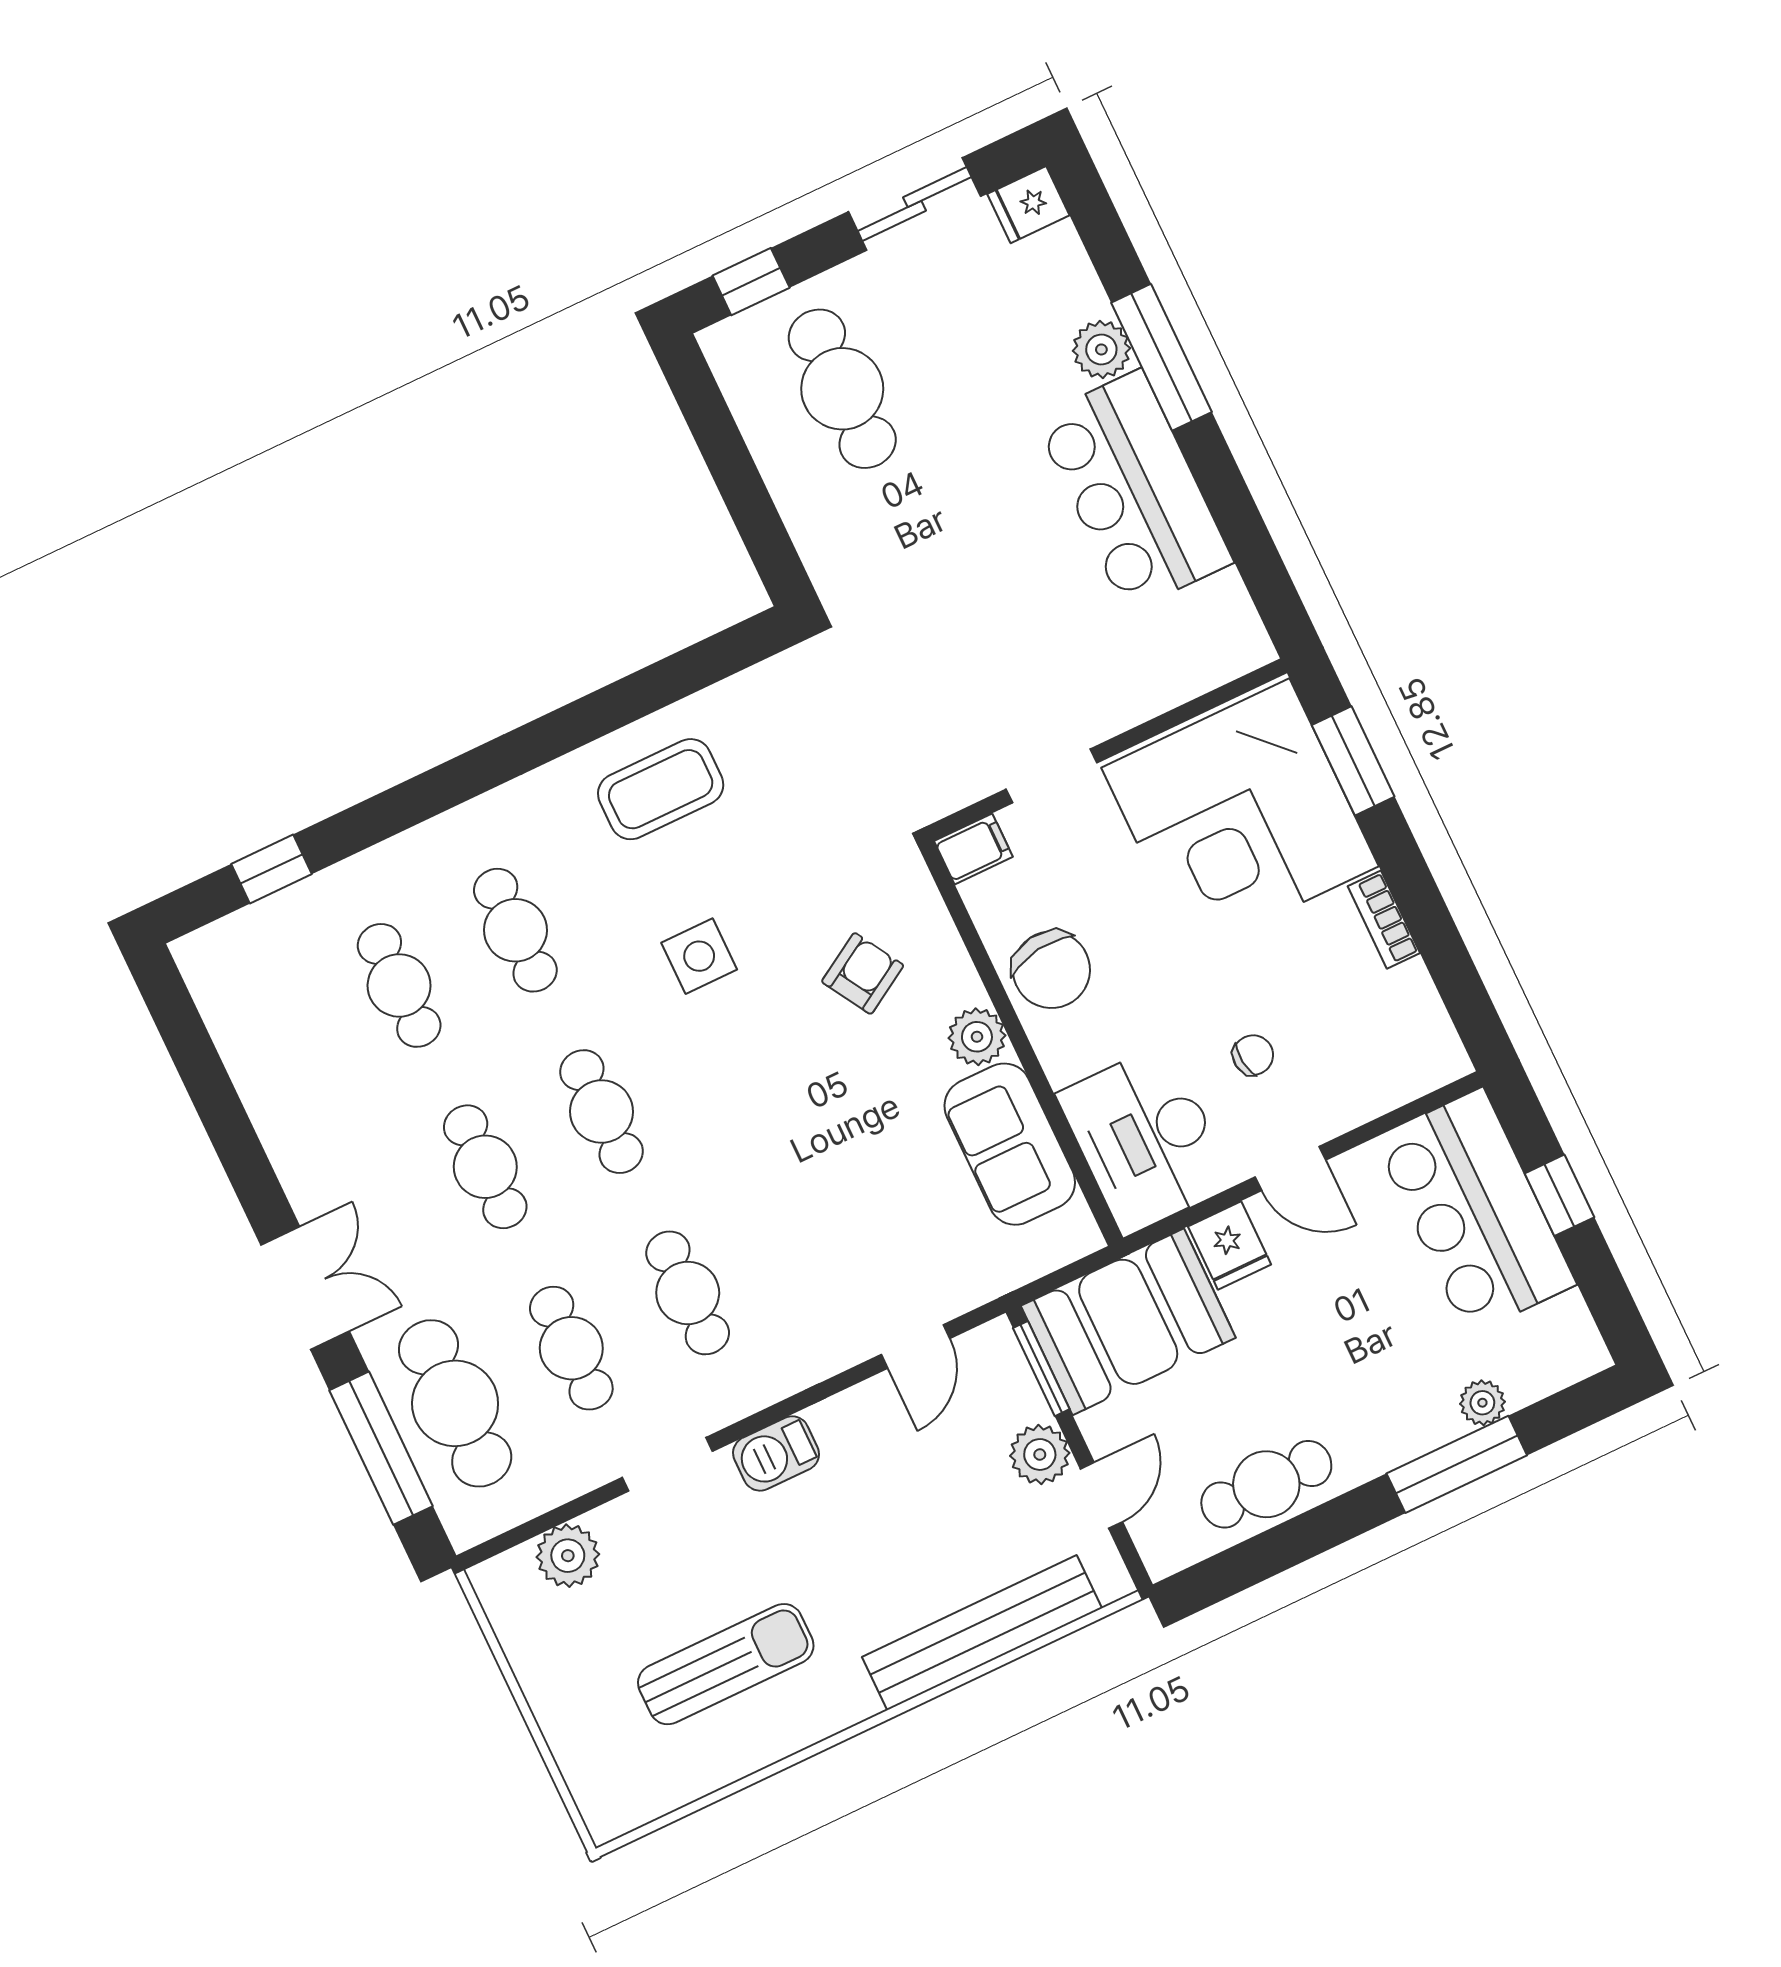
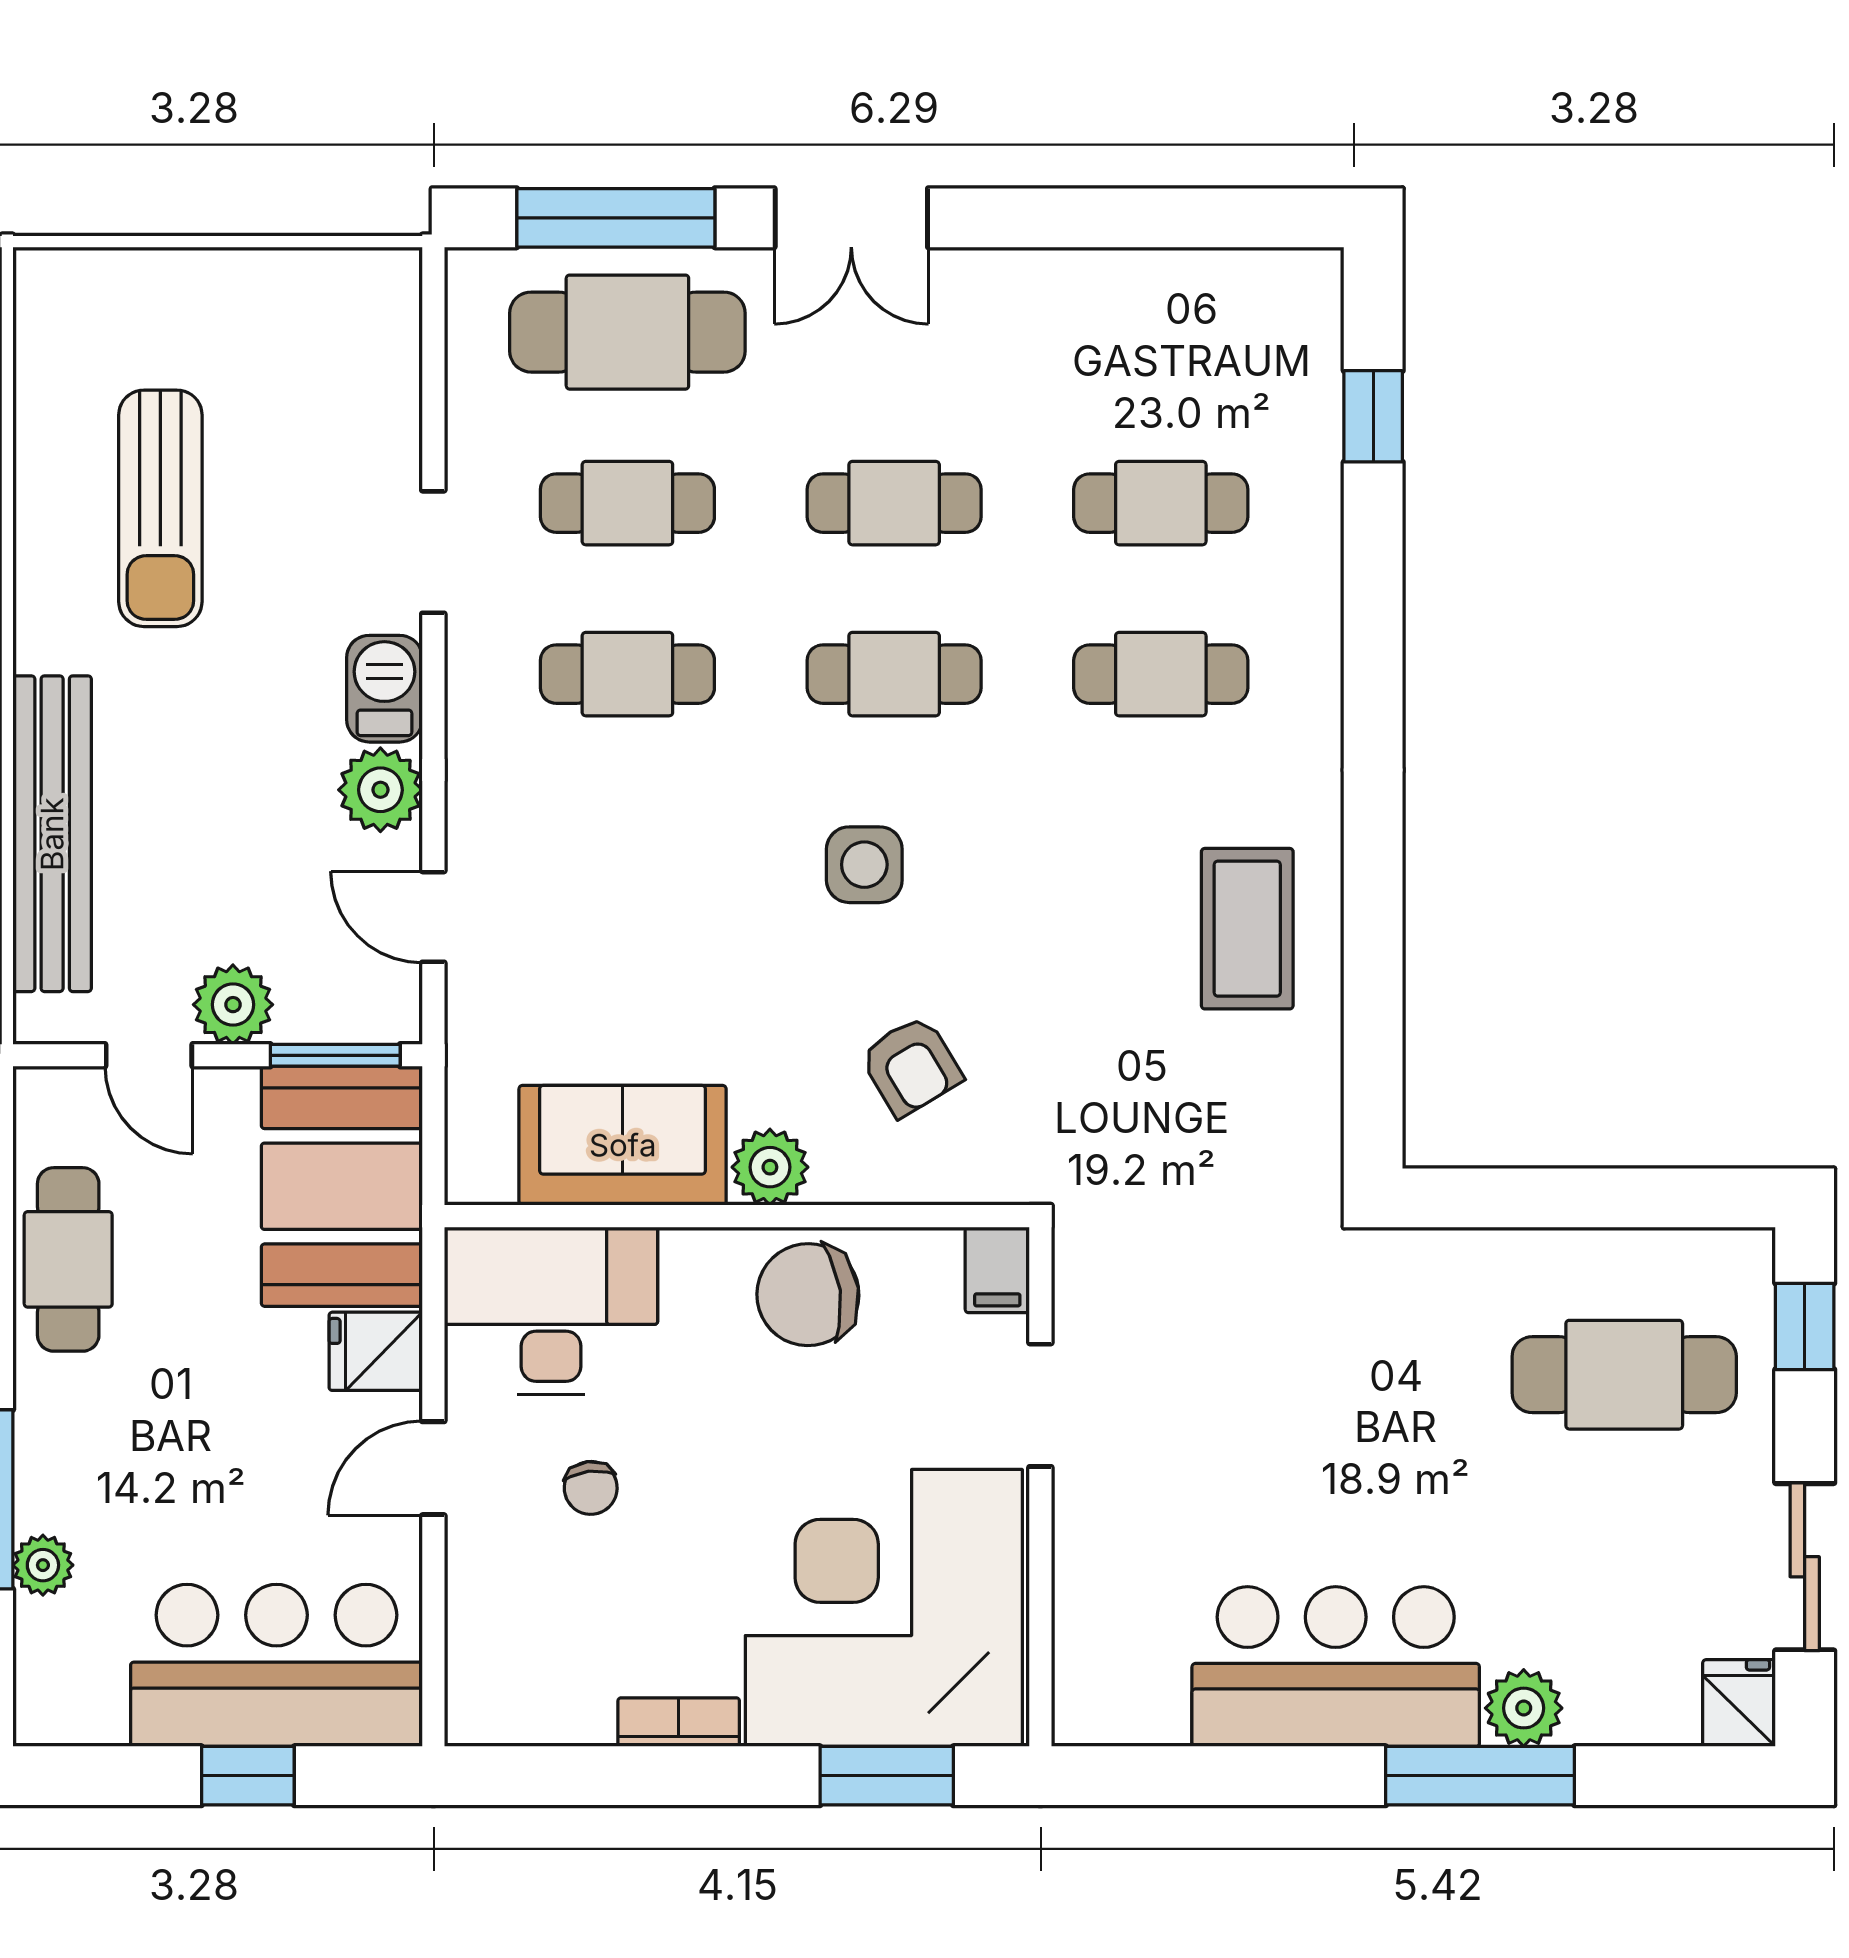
side table: (699, 956) -> (864, 865), moved
plant: (568, 1556) -> (380, 790), moved

